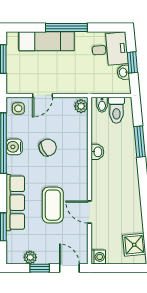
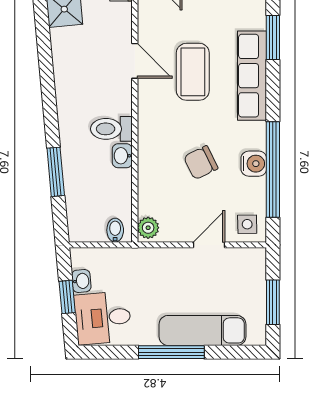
toilet: (116, 110) -> (111, 129), moved, turned -90

